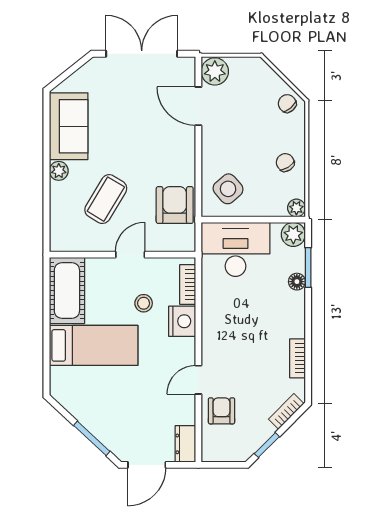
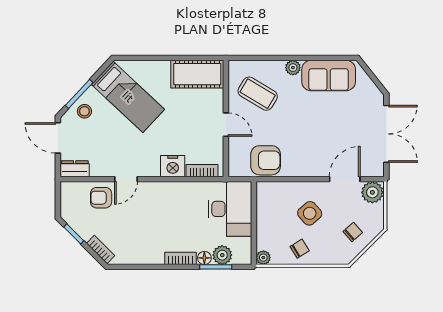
chair: (287, 104) -> (353, 232), moved
side table: (228, 189) -> (310, 213), moved
coffee table: (106, 199) -> (258, 94), moved
plant: (293, 234) -> (222, 255), moved
stool: (144, 303) -> (84, 111), moved
bed: (94, 345) -> (128, 97), moved, turned -47
bookcase: (297, 358) -> (181, 258), moved
door: (198, 380) -> (126, 179), swing flipped
armchair: (221, 411) -> (101, 198), turned 180

